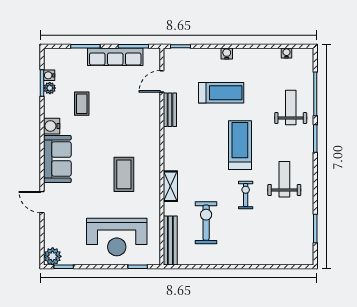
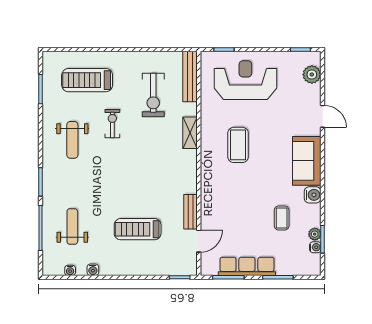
water cooler: (227, 54) -> (93, 270), moved
weight bench: (291, 108) -> (72, 226), moved, turned 180
treadmill: (240, 145) -> (87, 80), moved, turned 90
exercise bike: (246, 195) -> (112, 124), turned 180
plant: (53, 256) -> (312, 75), moved

